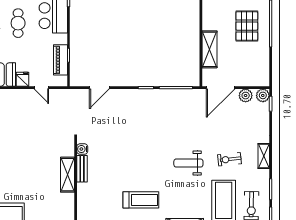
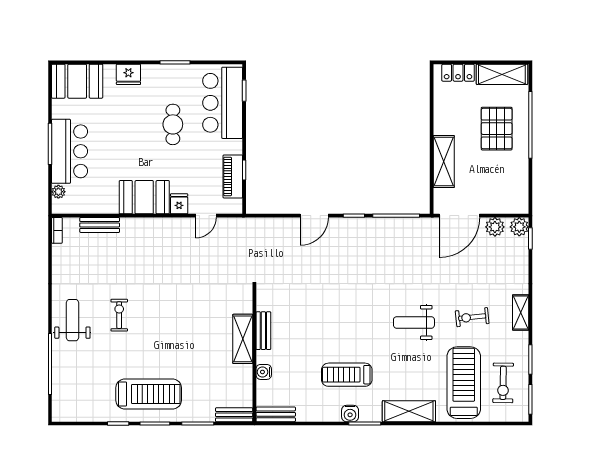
door: (41, 88) -> (206, 216), hinge flipped
door: (99, 88) -> (314, 216), moved
water cooler: (82, 149) -> (264, 372), moved
treadmill: (141, 200) -> (347, 375), turned 180

